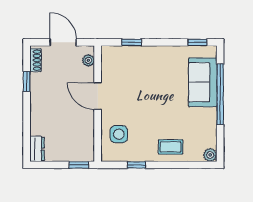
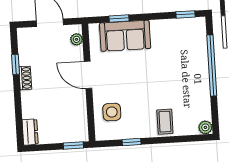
shoe rack: (35, 60) -> (25, 78), moved
sofa: (203, 82) -> (125, 36), moved, turned -90
coffee table: (171, 147) -> (165, 122), turned 90

